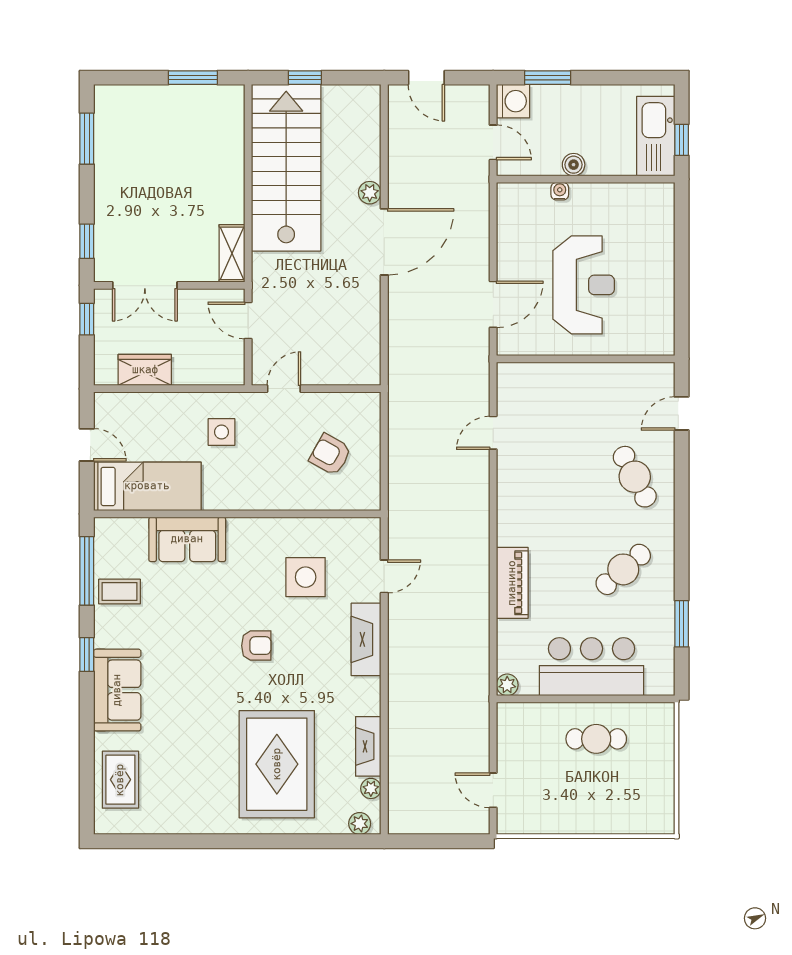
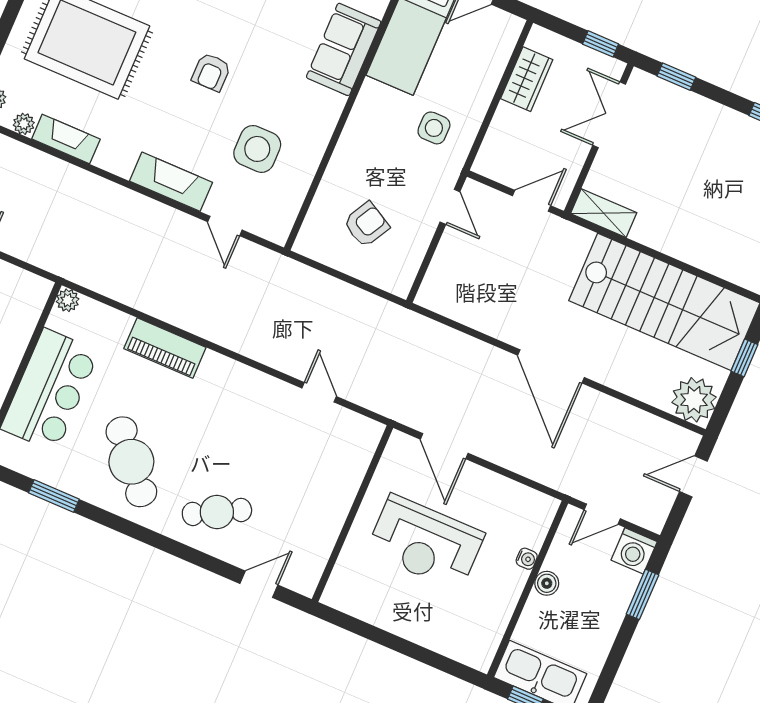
plant: (370, 193) -> (694, 400), moved, width x1.87, depth x1.87
door: (682, 413) -> (259, 584), hinge flipped
cafe table: (623, 569) -> (131, 462), width x1.37, depth x1.35

